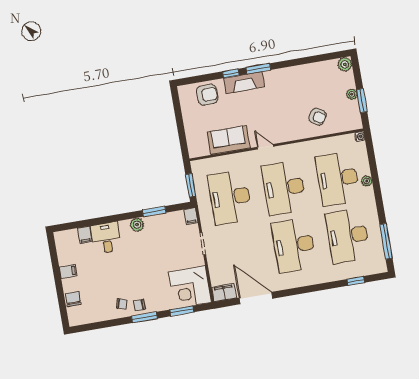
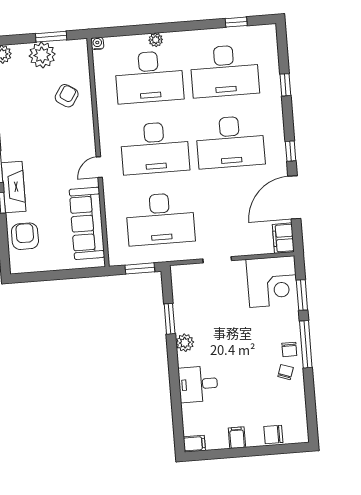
plant: (352, 94) -> (42, 55), width x1.87, depth x1.87
sofa: (228, 140) -> (87, 223), width x1.36
filing cabinet: (191, 216) -> (180, 272), removed
filing cabinet: (85, 235) -> (194, 444), moved
window: (386, 241) -> (236, 22), width x0.46
window: (356, 281) -> (285, 85), moved
window: (291, 292) -> (291, 151), added
window: (144, 317) -> (306, 344), width x1.44

